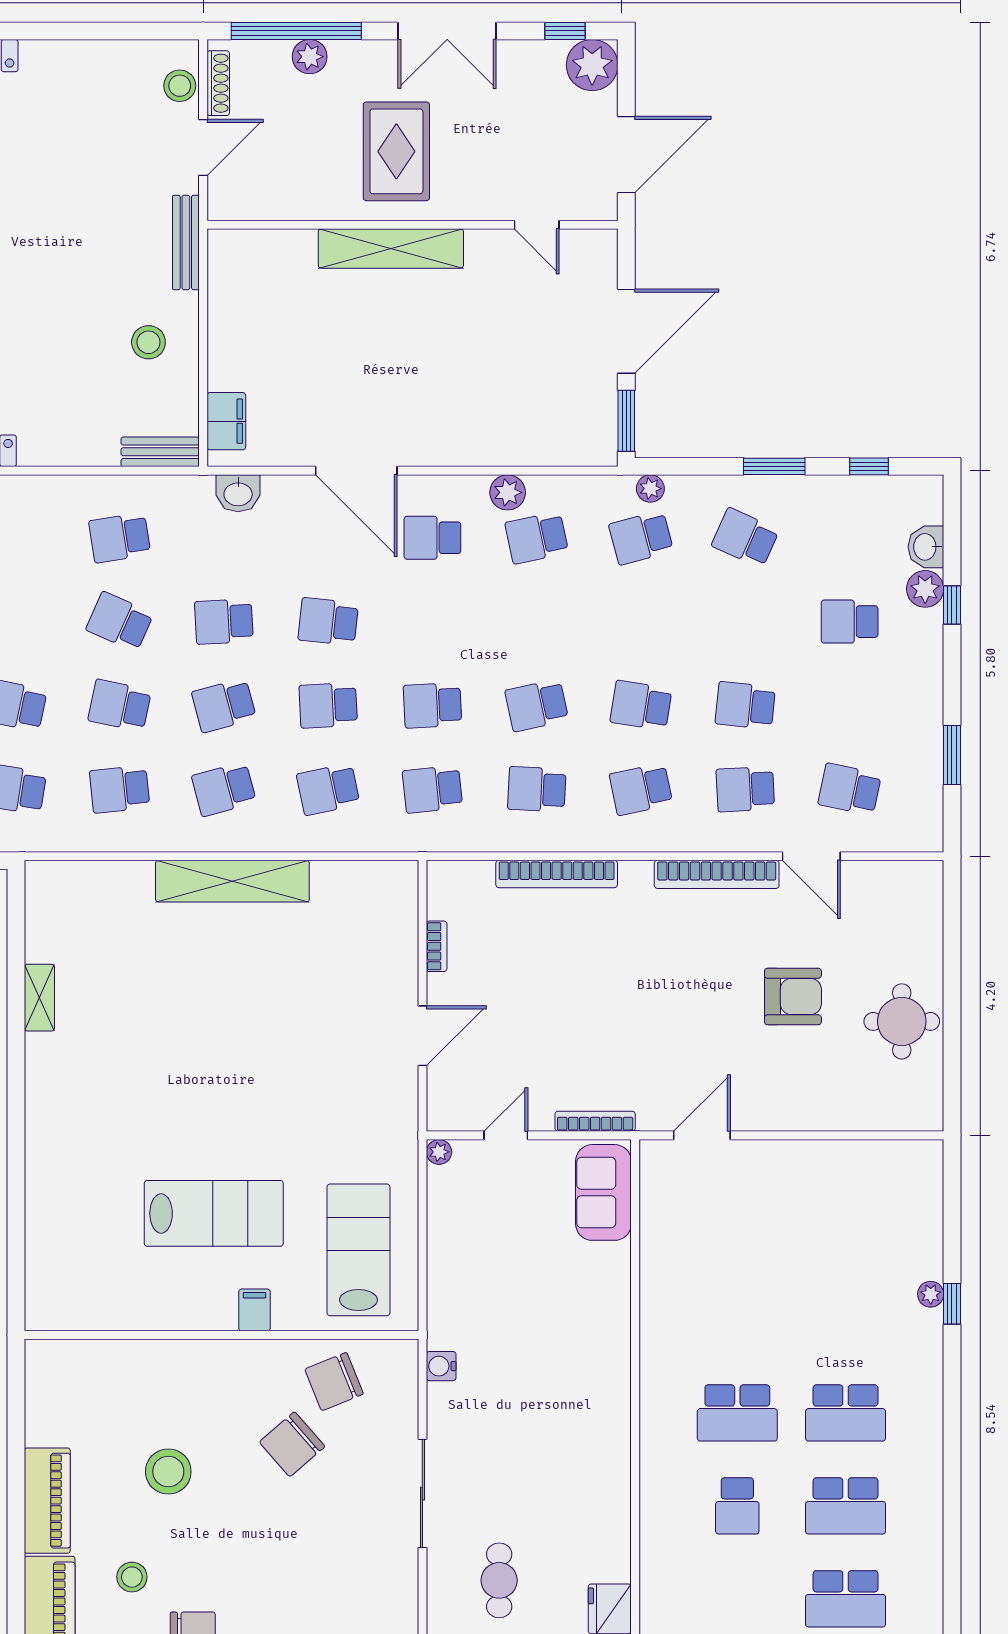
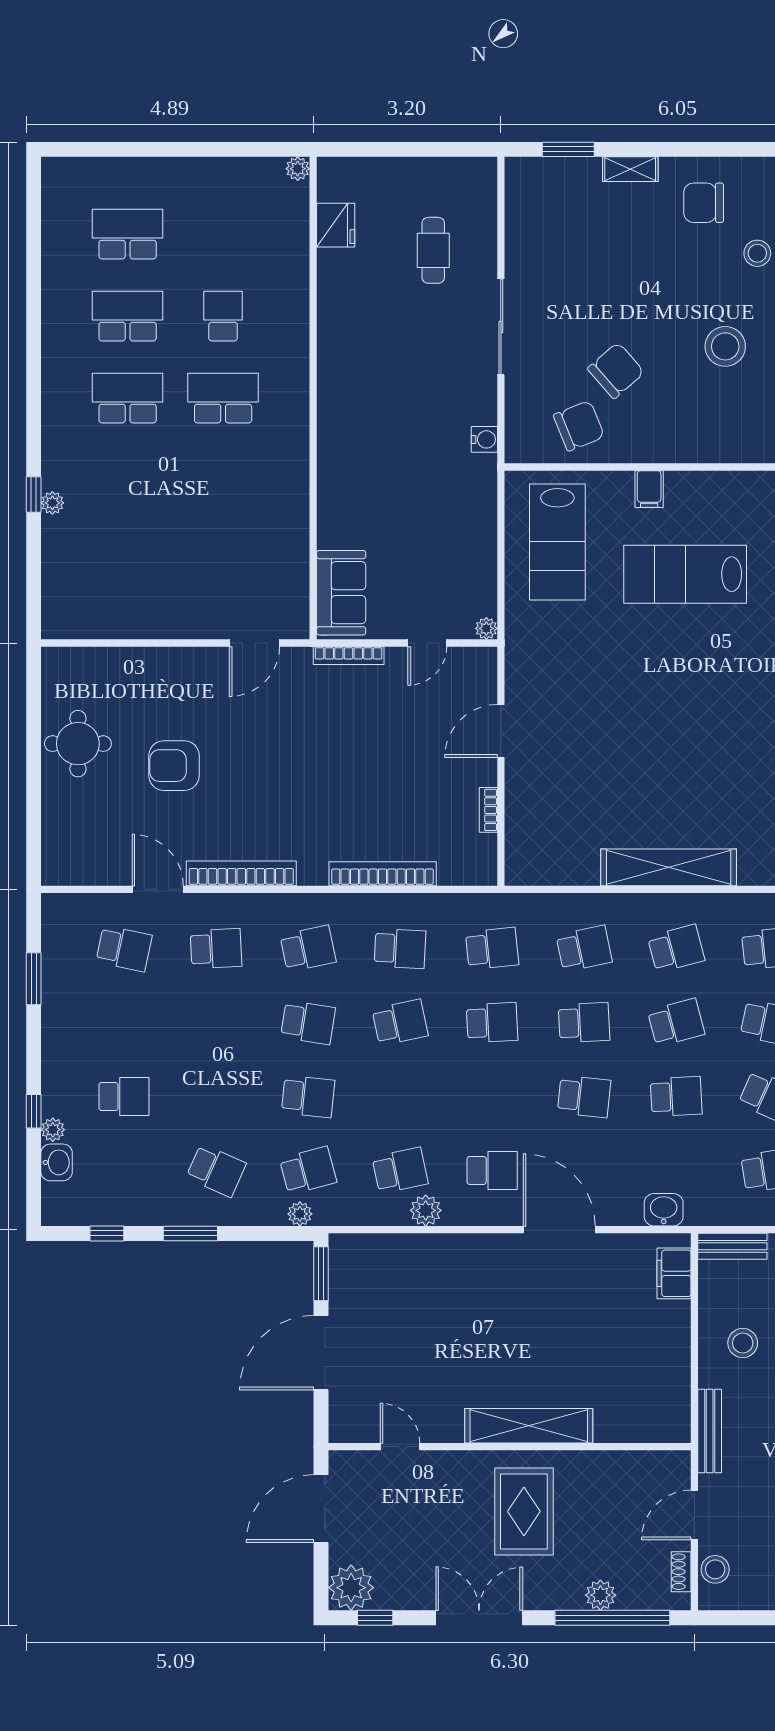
shoe rack: (218, 83) -> (681, 1572), width x0.70
plant: (925, 589) -> (53, 1130), width x0.73, depth x0.73
school desk: (745, 705) -> (308, 1096), moved

